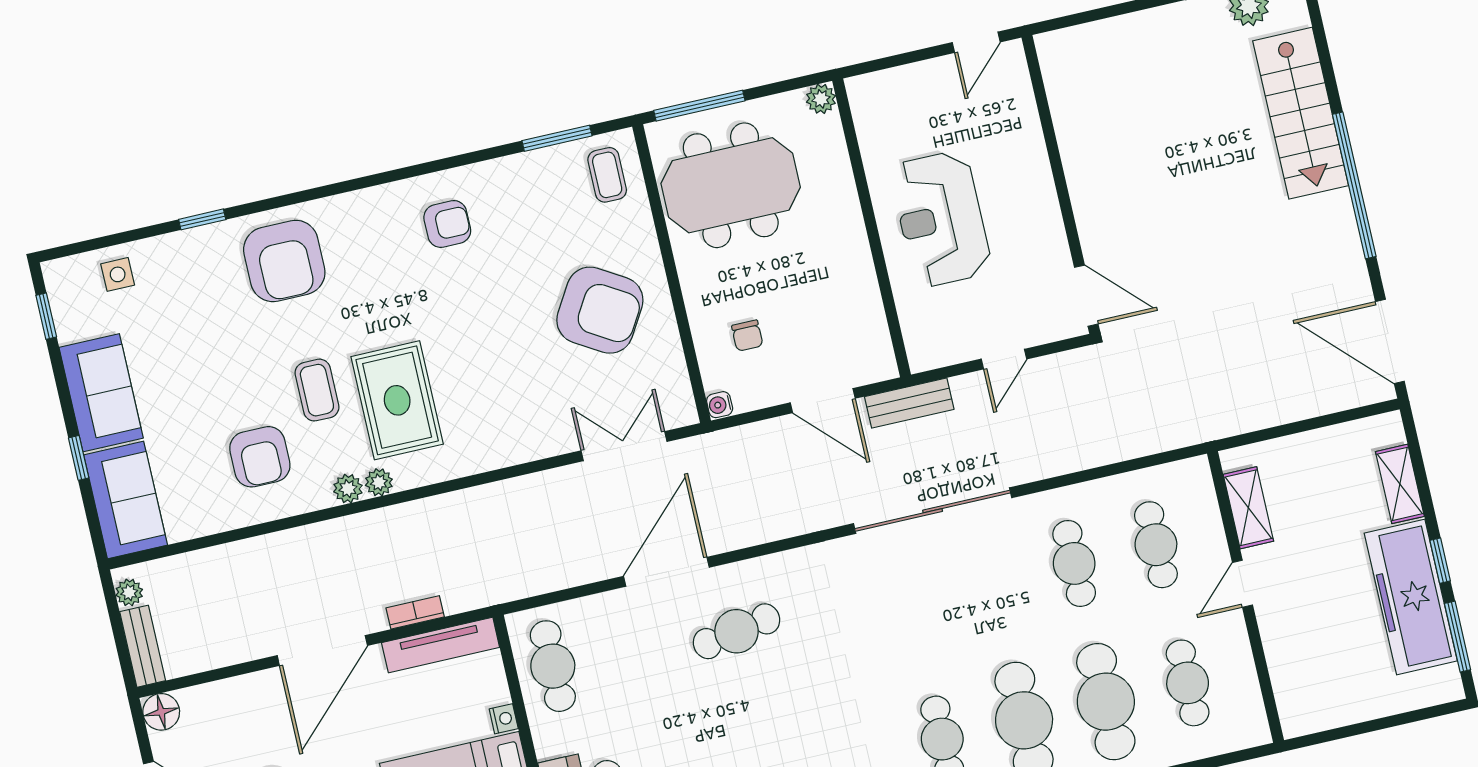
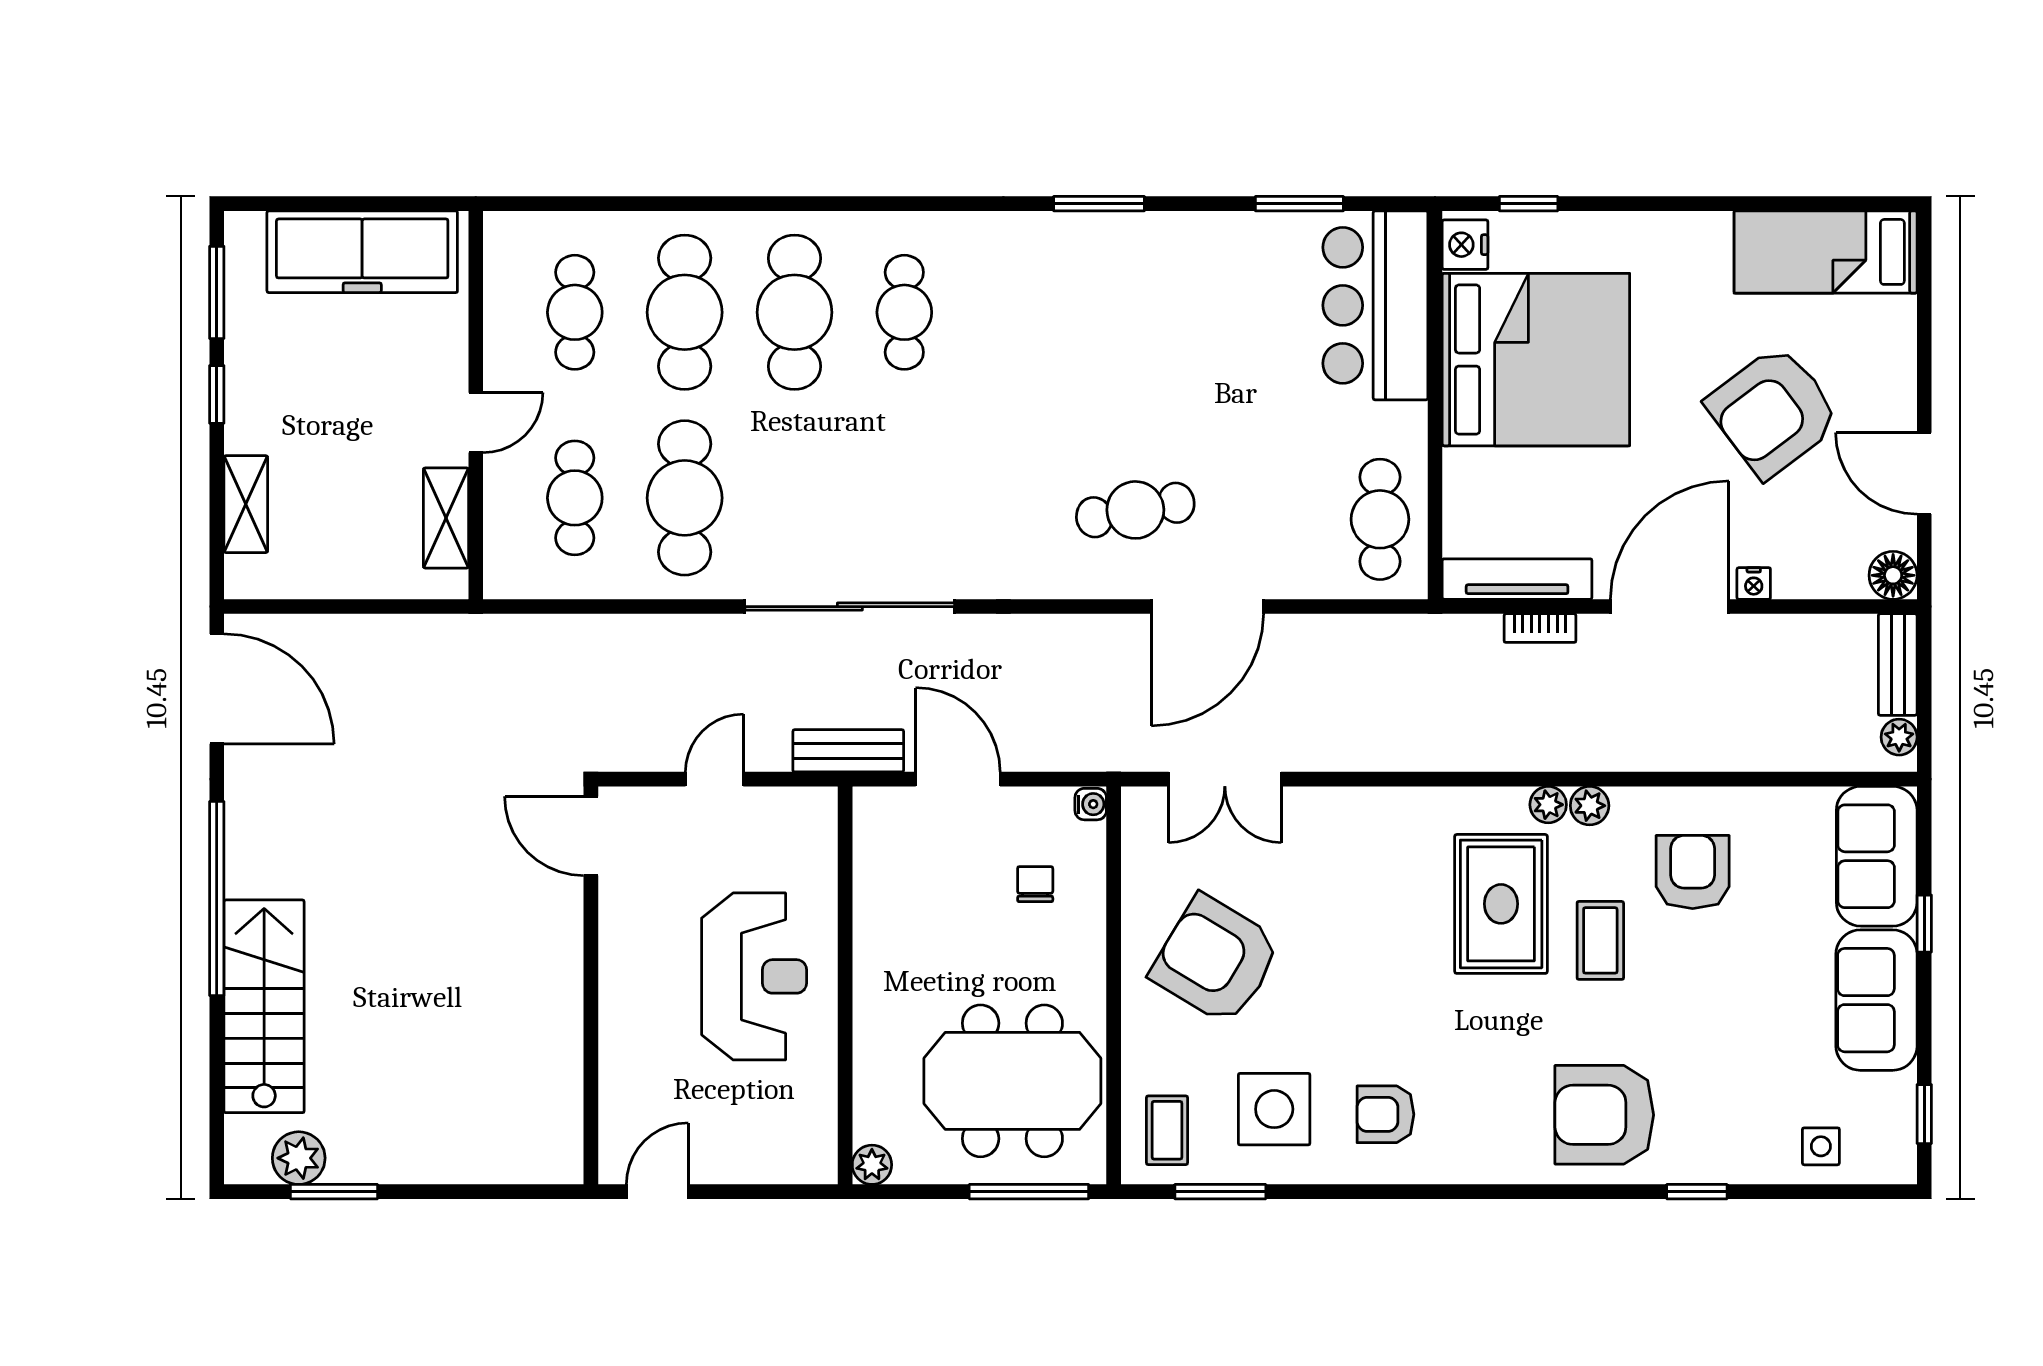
side table: (531, 209) -> (1274, 1109), added
armchair: (284, 261) -> (1604, 1115), turned -90
cafe table: (1074, 563) -> (685, 498), width x1.37, depth x1.35
freezer: (1411, 597) -> (362, 252), moved, turned 90
nightstand: (504, 719) -> (1754, 583), moved, turned -90

